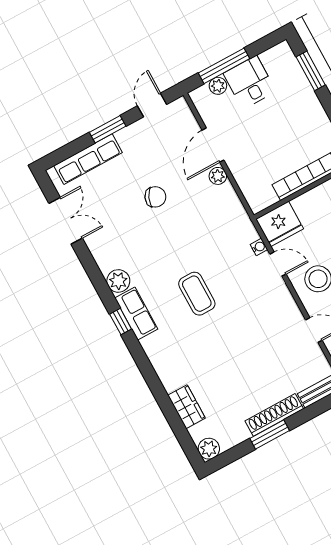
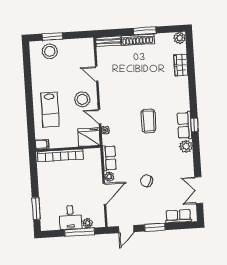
row of seats: (88, 159) -> (178, 216), width x0.68
row of seats: (232, 206) -> (109, 158), added

